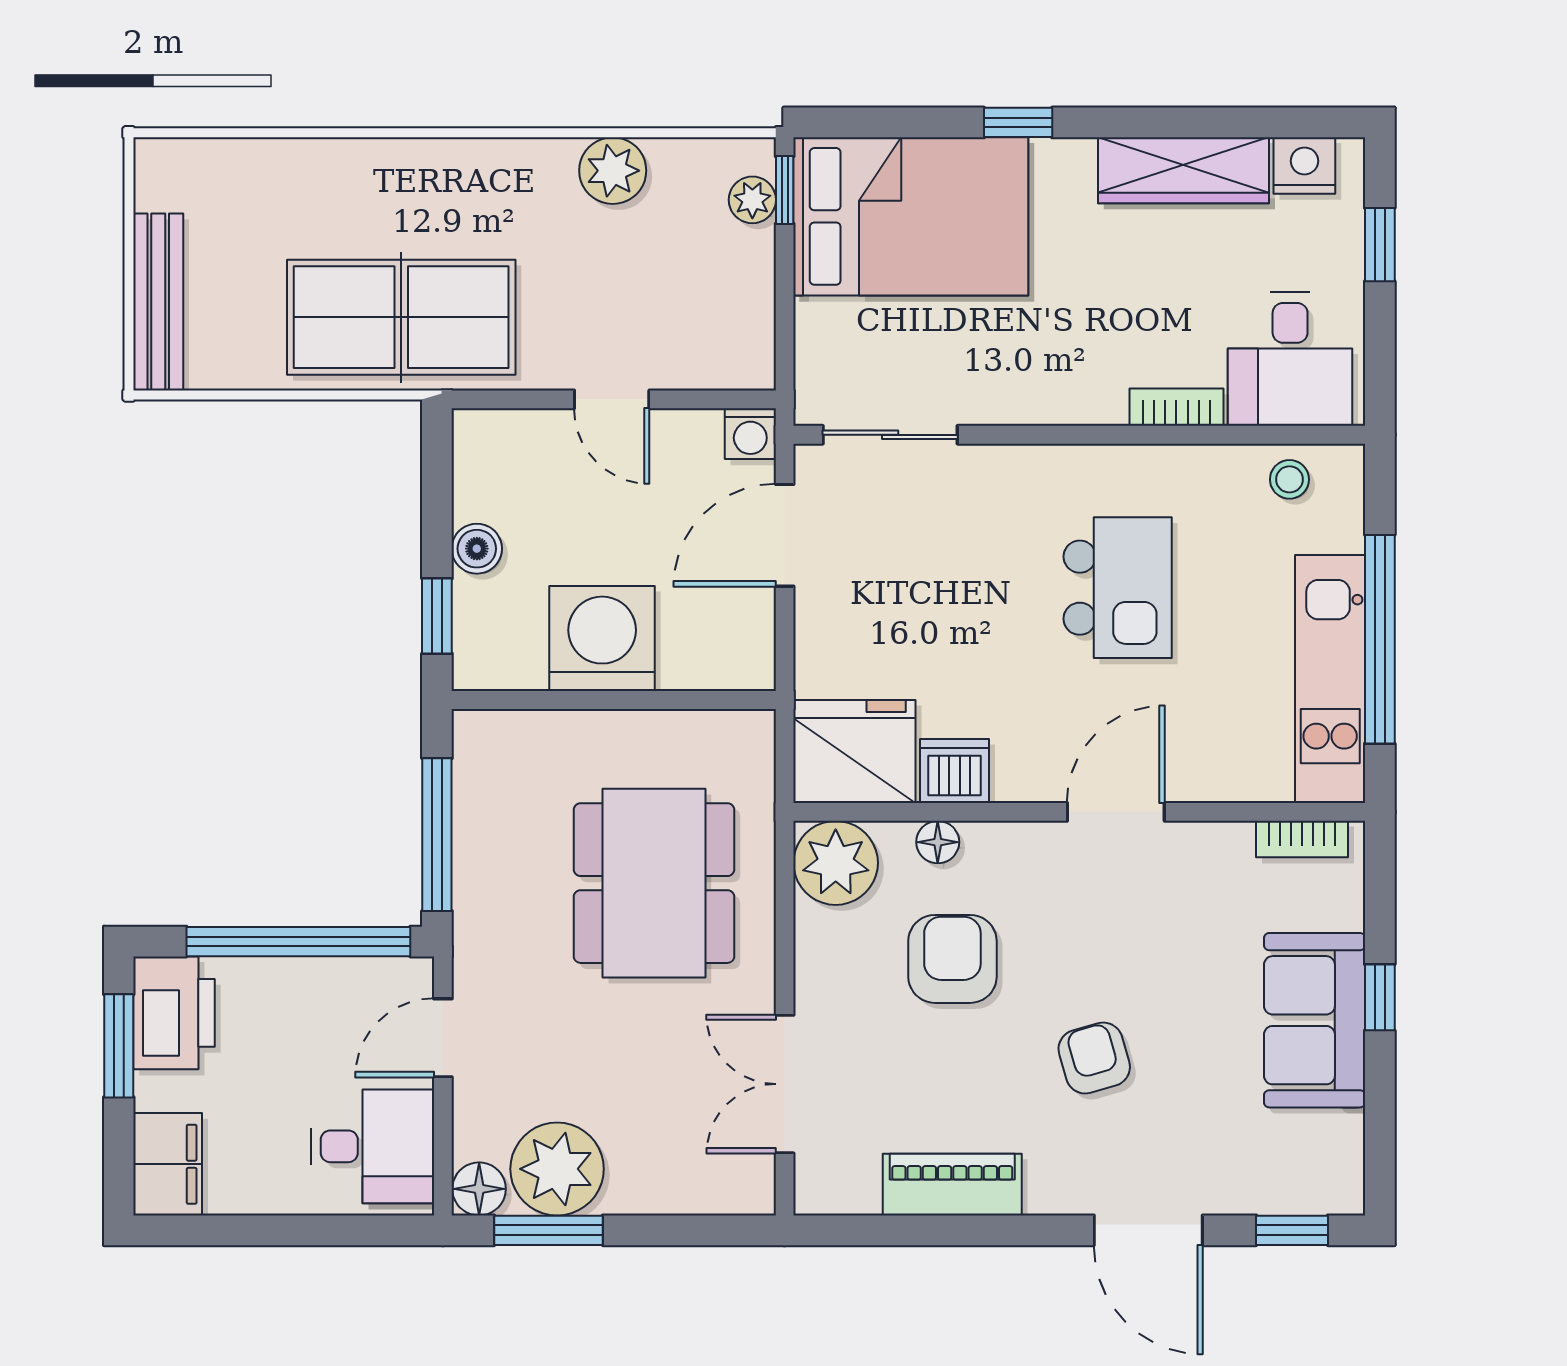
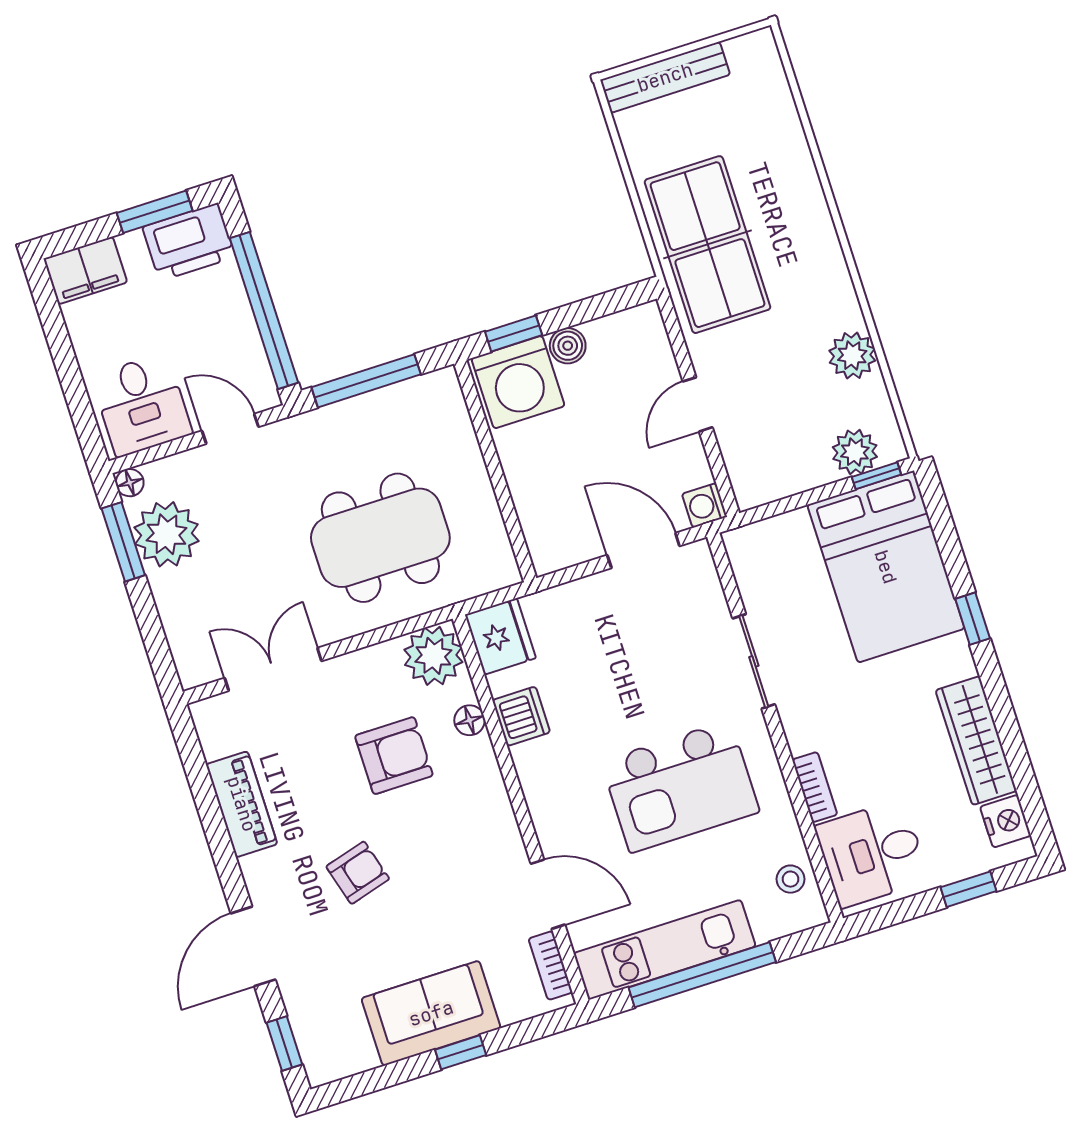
plant: (752, 200) -> (855, 452), width x1.38, depth x1.38
sliding door: (890, 435) -> (754, 661), moved
kitchen island: (1118, 588) -> (680, 787), width x1.37, depth x1.28
washing machine: (602, 638) -> (518, 382), moved, turned 90
fridge: (854, 751) -> (500, 636), width x0.73, depth x0.75
door: (1116, 812) -> (548, 894), moved
floor lamp: (479, 1189) -> (130, 483), width x0.73, depth x0.73

